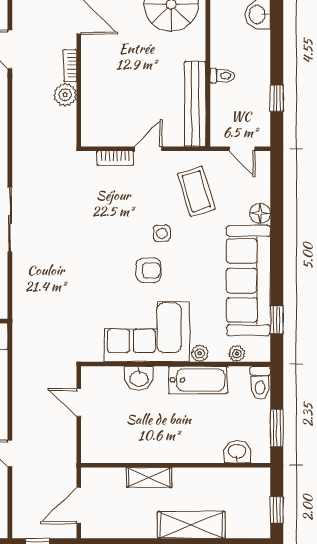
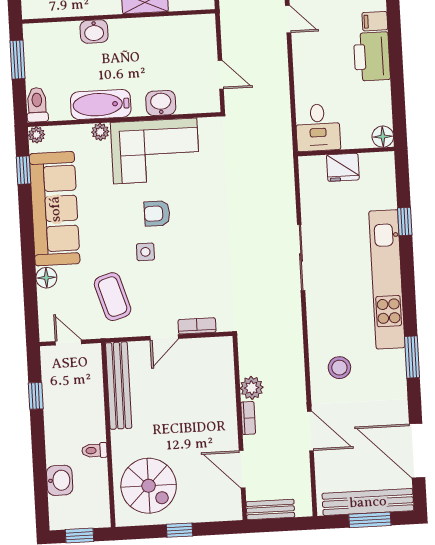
toilet: (222, 76) -> (94, 450), moved
plant: (237, 354) -> (37, 135), moved
washbasin: (237, 452) -> (94, 31), moved

